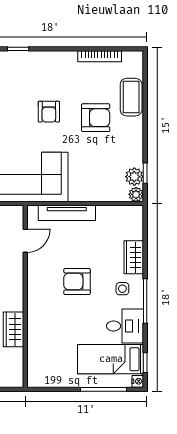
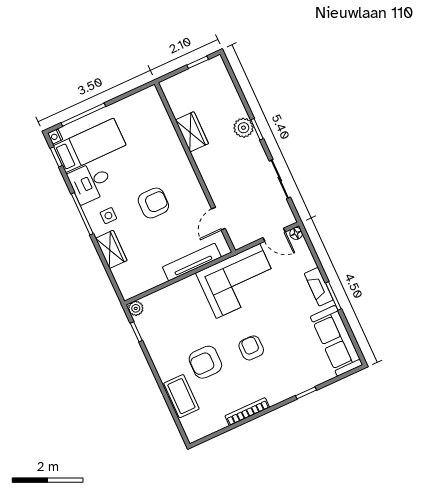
bookcase: (100, 56) -> (247, 412), moved
plant: (134, 177) -> (145, 324), removed

